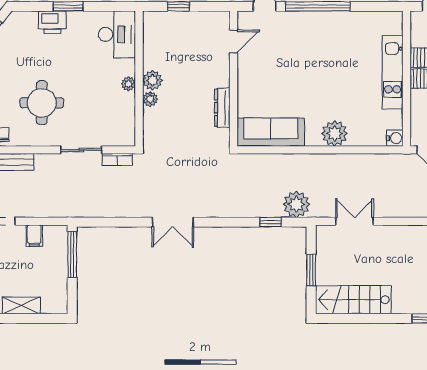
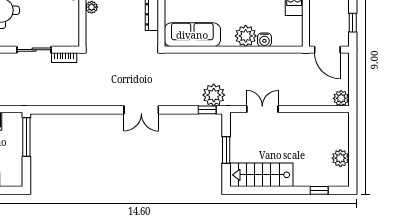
water cooler: (395, 138) -> (264, 40), moved, turned 90
double door: (173, 222) -> (141, 110), moved
window: (271, 222) -> (207, 110), moved

